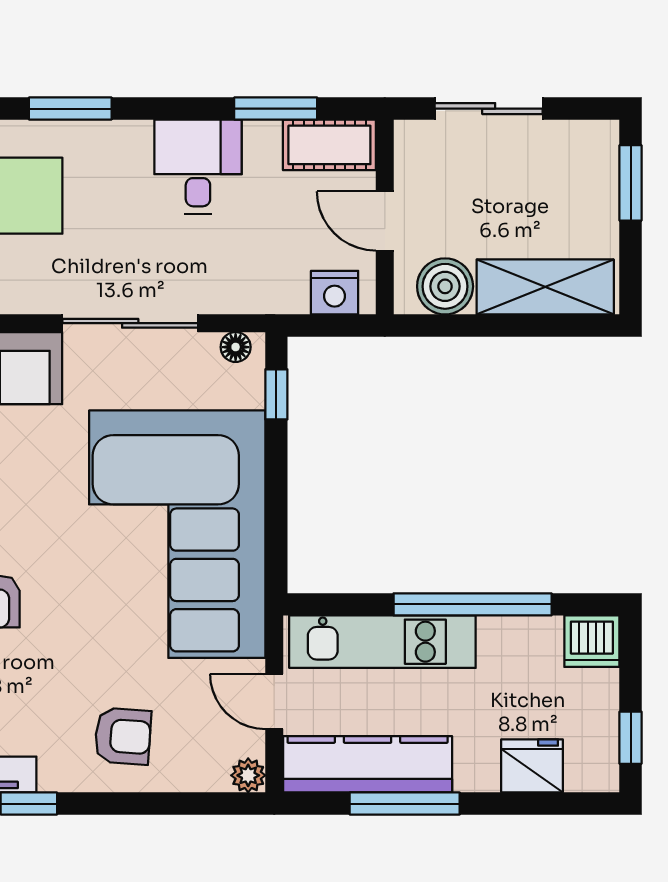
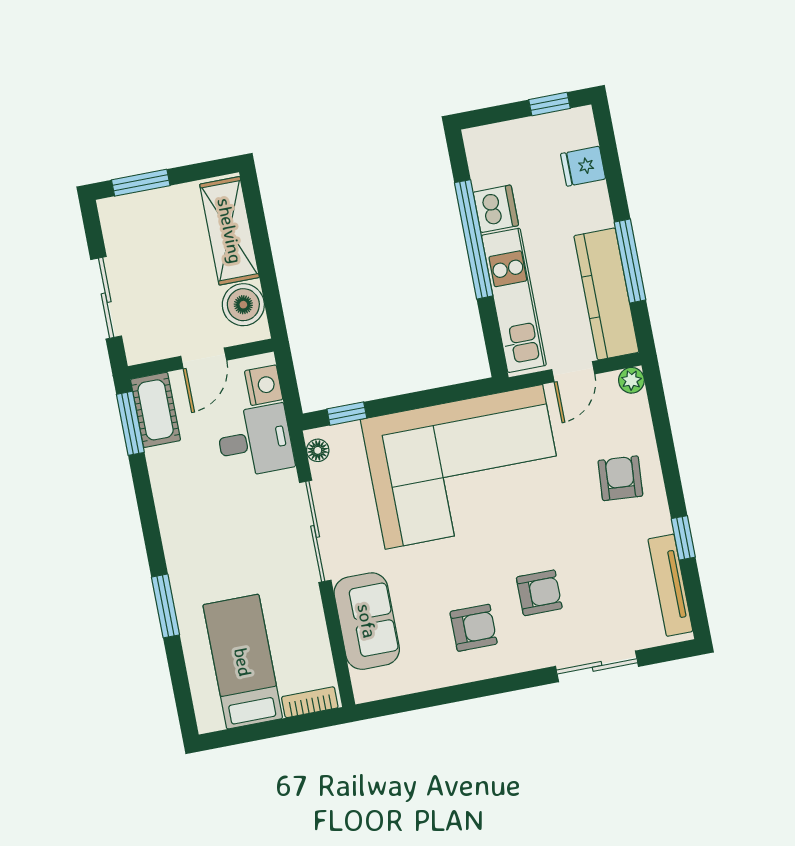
window: (276, 109) -> (130, 423), moved
desk: (198, 167) -> (255, 441), moved, turned 180
dishwasher: (592, 641) -> (496, 209), moved
fridge: (532, 766) -> (583, 166), width x0.72

